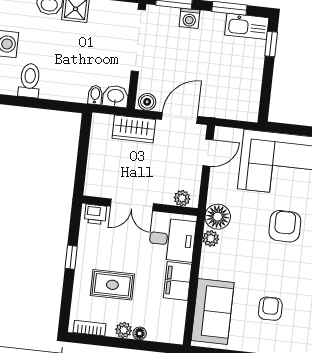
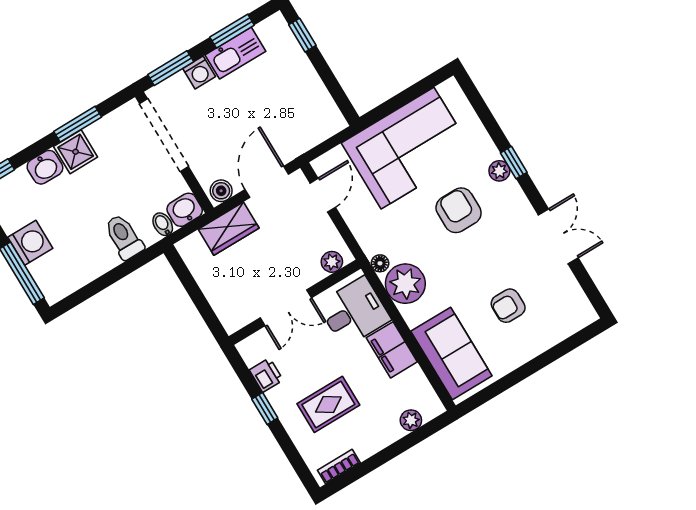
kitchen sink: (247, 26) -> (235, 53), moved
toilet: (30, 80) -> (124, 237), moved
printer: (95, 214) -> (266, 375), moved, turned -90
floor lamp: (218, 217) -> (380, 263), width x0.53, depth x0.53
plant: (211, 239) -> (405, 284), width x1.88, depth x1.88
armchair: (270, 309) -> (508, 306), turned -90
plant: (124, 330) -> (411, 420), moved
floor lamp: (140, 333) -> (394, 433), removed

